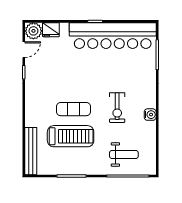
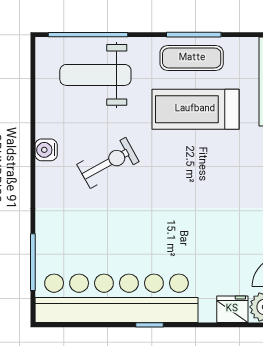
exercise bike: (117, 108) -> (108, 163), turned 61
exercise mat: (74, 109) -> (192, 58), moved
weight bench: (124, 154) -> (95, 75), width x1.36, depth x1.33

